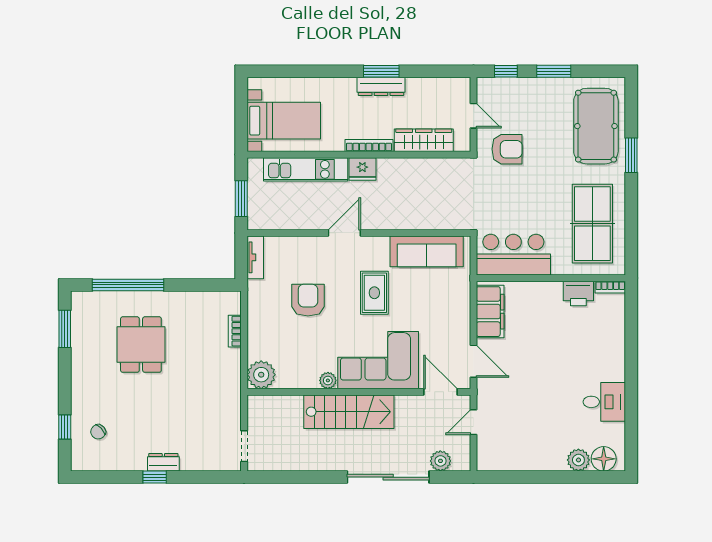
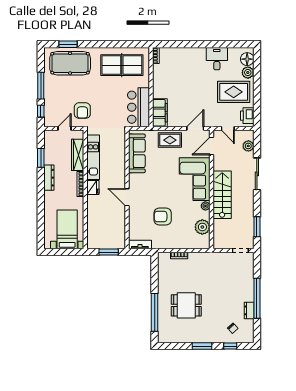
window: (381, 71) -> (41, 158), moved
window: (554, 71) -> (41, 86), width x1.44
armchair: (507, 149) -> (82, 111), turned 180
window: (631, 155) -> (68, 44), moved
kitchen unit: (306, 169) -> (93, 157), moved
rug: (374, 293) -> (170, 140), moved
printer: (578, 293) -> (247, 116), moved, turned 180
filing cabinet: (490, 312) -> (160, 113), moved, turned 90
window: (65, 329) -> (202, 346), moved
plant: (261, 375) -> (202, 227), moved
rug: (542, 433) -> (234, 92), added
dresser: (163, 462) -> (249, 310), moved
window: (155, 477) -> (257, 298), width x3.17
window: (289, 477) -> (257, 227), added
sliding door: (388, 477) -> (257, 174), width x0.73

